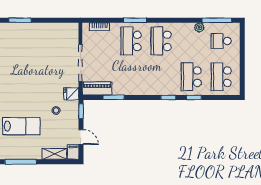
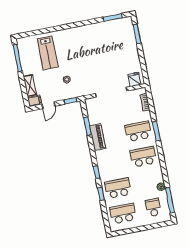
piano: (97, 88) -> (98, 137), moved
fridge: (71, 94) -> (134, 79), moved

